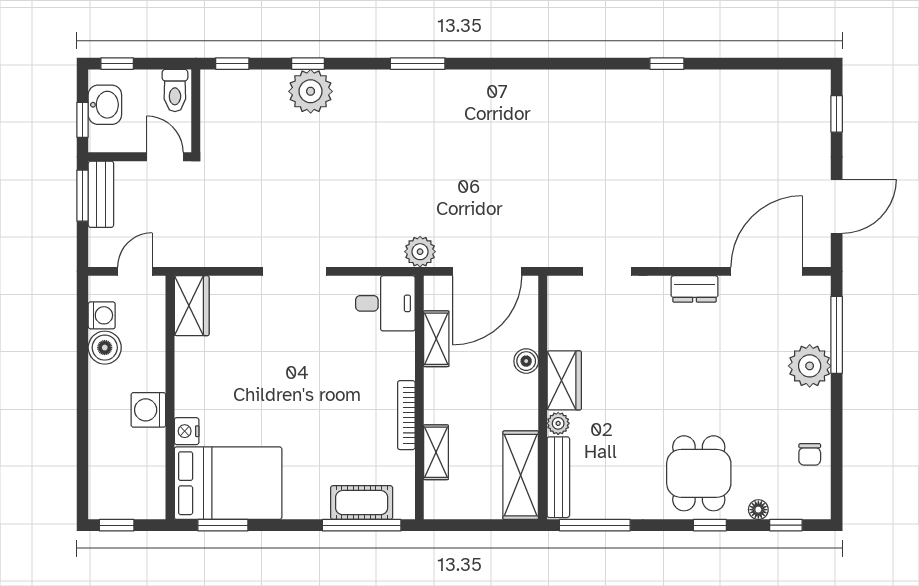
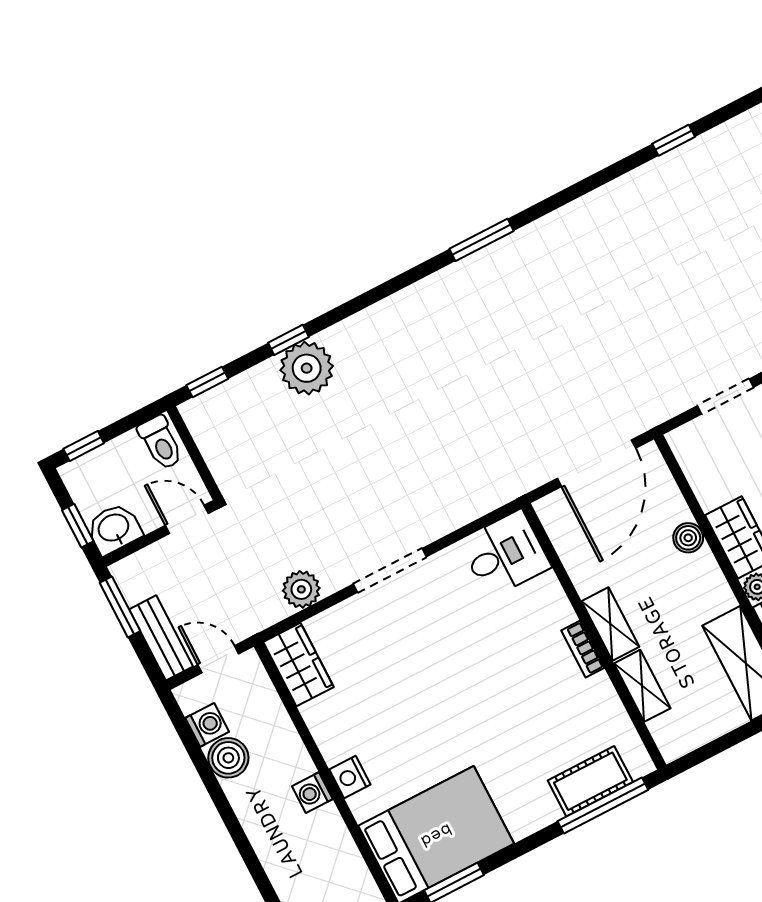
window: (418, 64) -> (481, 240), moved
washbasin: (105, 105) -> (114, 529), moved, turned -90
bench: (101, 194) -> (161, 638), moved
plant: (420, 252) -> (301, 589), moved
door: (135, 271) -> (218, 659), hinge flipped
shelving: (436, 339) -> (610, 624), moved
washing machine: (148, 410) -> (312, 793), width x0.73, depth x0.73
bookcase: (406, 415) -> (583, 649), width x0.64
nightstand: (187, 431) -> (350, 777), moved

